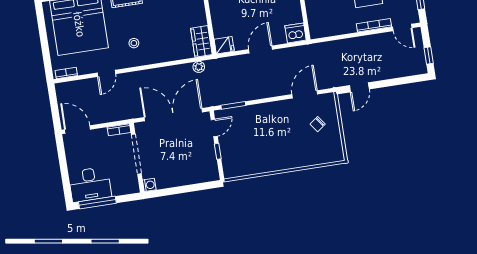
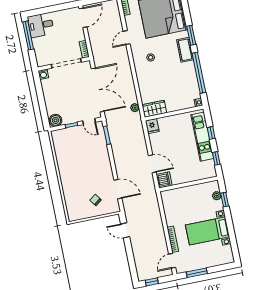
door: (261, 49) -> (152, 164), moved
door: (106, 73) -> (127, 38), hinge flipped
boiler: (211, 172) -> (56, 120), added
desk: (90, 184) -> (41, 25), width x0.73

